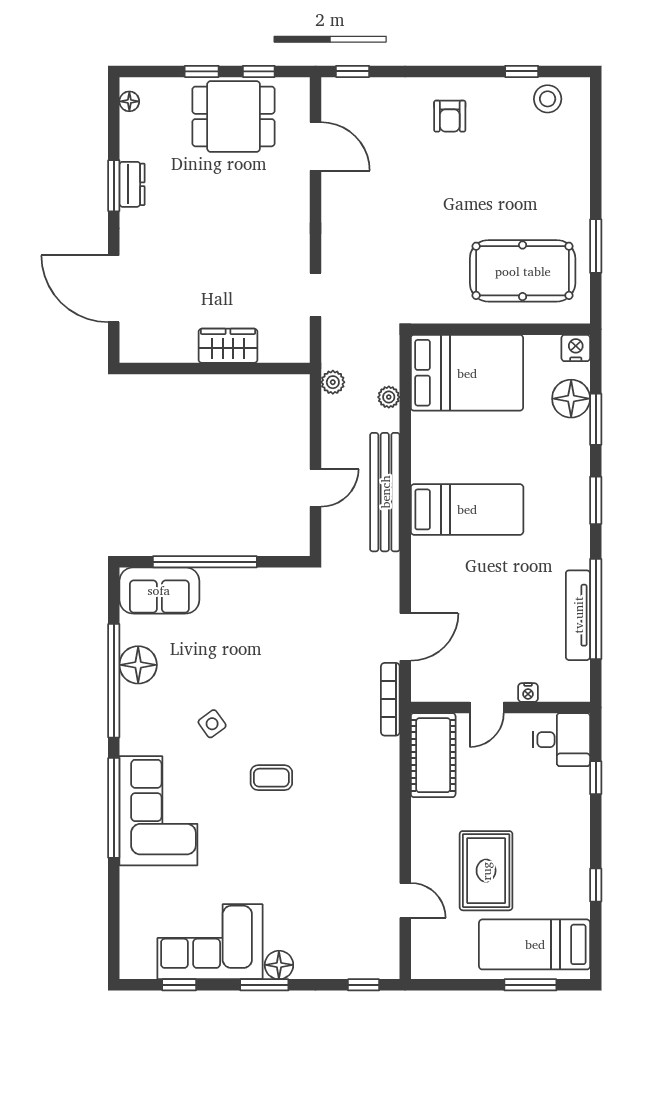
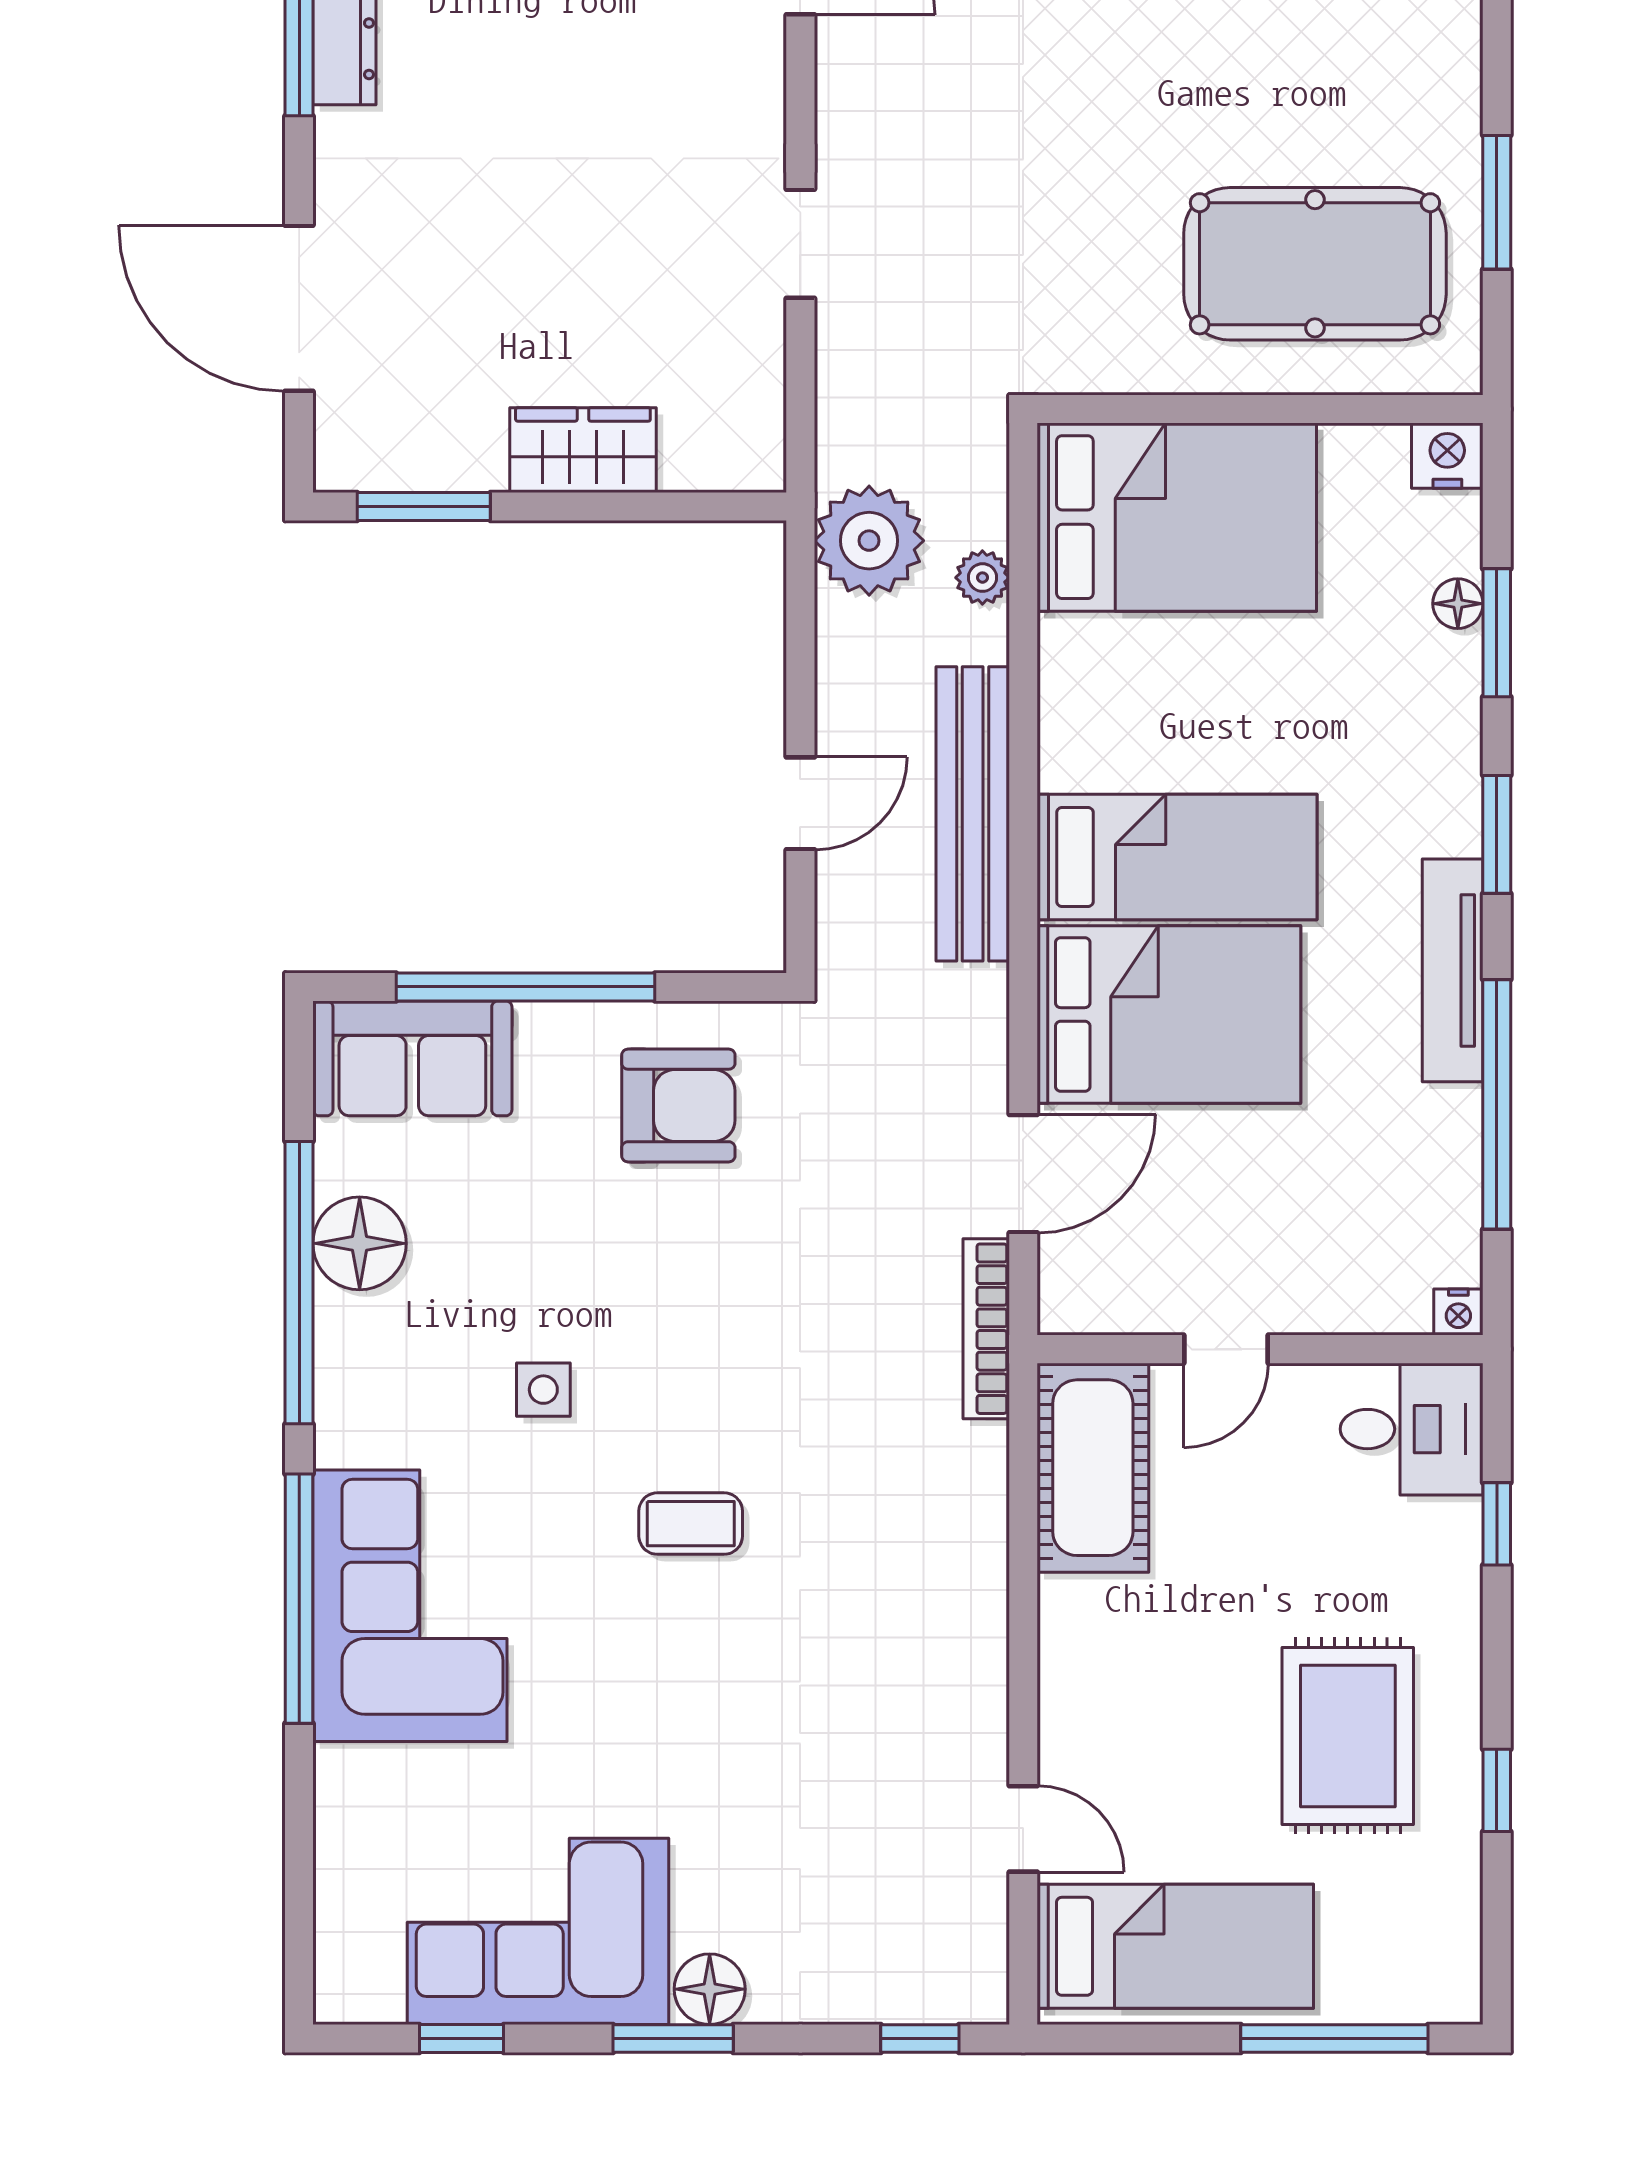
doorway: (315, 295) -> (800, 244), moved
window: (164, 368) -> (424, 506), added
plant: (333, 382) -> (869, 541), width x1.87, depth x1.87
floor lamp: (571, 399) -> (1458, 604), width x0.53, depth x0.53
bed: (464, 573) -> (1169, 1014), added
armchair: (266, 609) -> (678, 1105), added
tv unit: (578, 615) -> (1453, 970), moved
nightstand: (528, 693) -> (1458, 1312), moved
side table: (212, 724) -> (543, 1390), turned 36
rug: (486, 871) -> (1348, 1736), moved
bed: (535, 944) -> (1175, 1946), moved, turned 180
window: (530, 985) -> (1334, 2038), width x1.44

